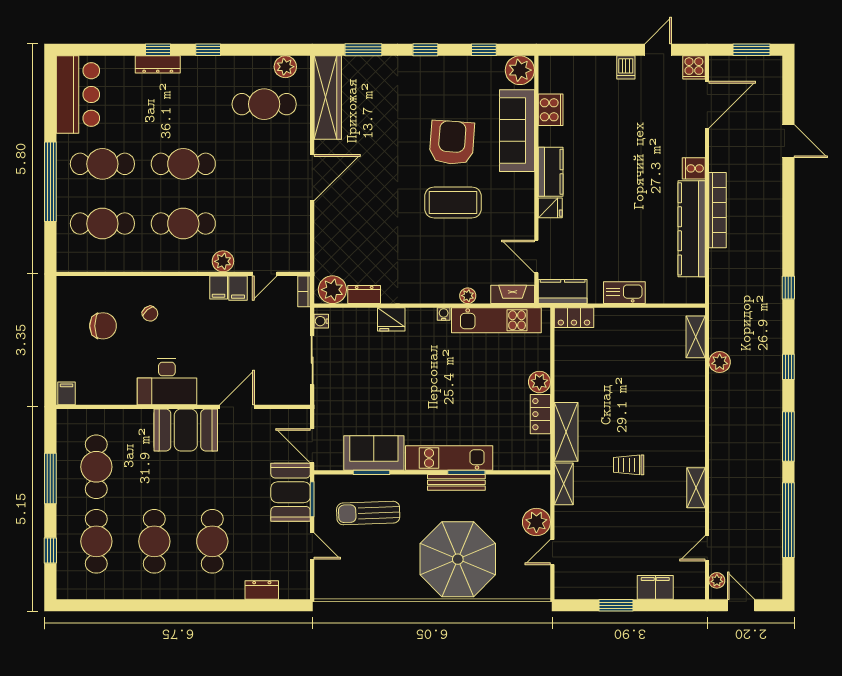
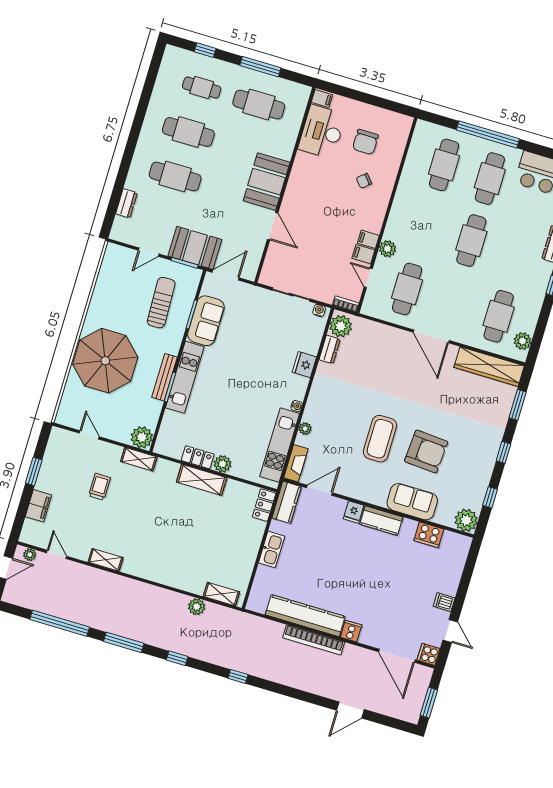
sofa: (517, 131) -> (412, 502), width x0.73
cafe table: (183, 224) -> (407, 289), moved
desk: (167, 382) -> (322, 132), moved
shelving: (566, 432) -> (202, 480), moved
trolley: (629, 465) -> (100, 487), moved
plant: (536, 522) -> (142, 437), moved
cafe table: (96, 541) -> (202, 87), width x0.73, depth x0.74

